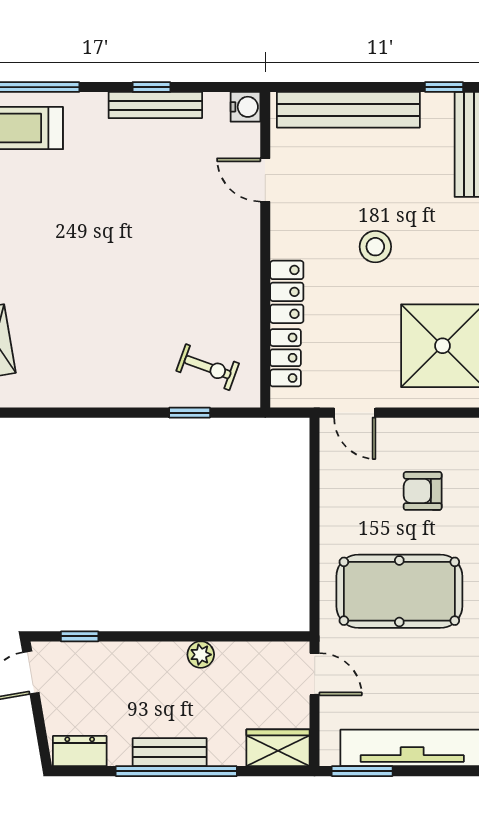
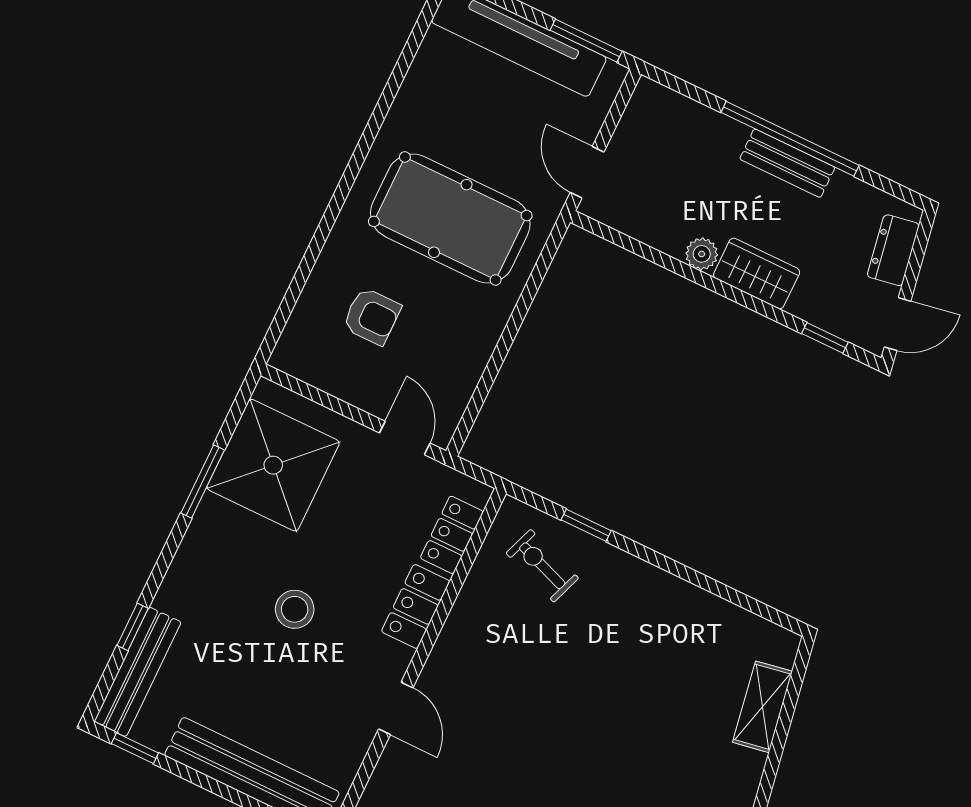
door: (265, 180) -> (396, 708), moved
wardrobe: (278, 748) -> (757, 273), moved, turned 180
dresser: (80, 751) -> (893, 250), moved, turned 80

